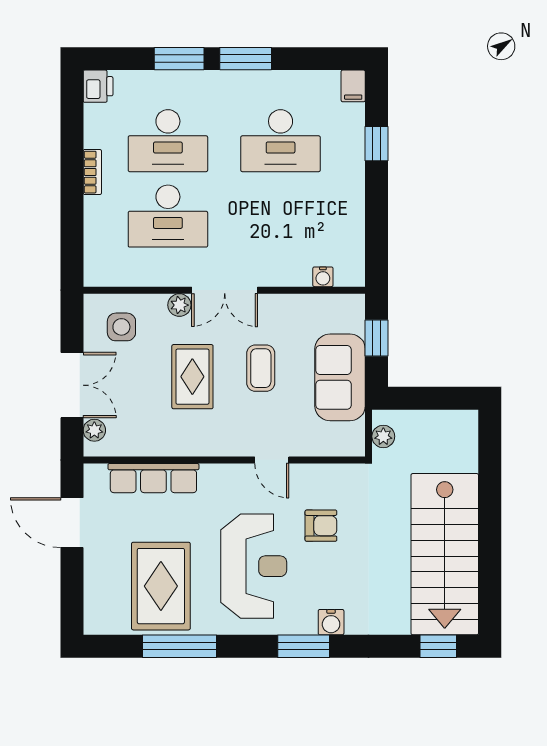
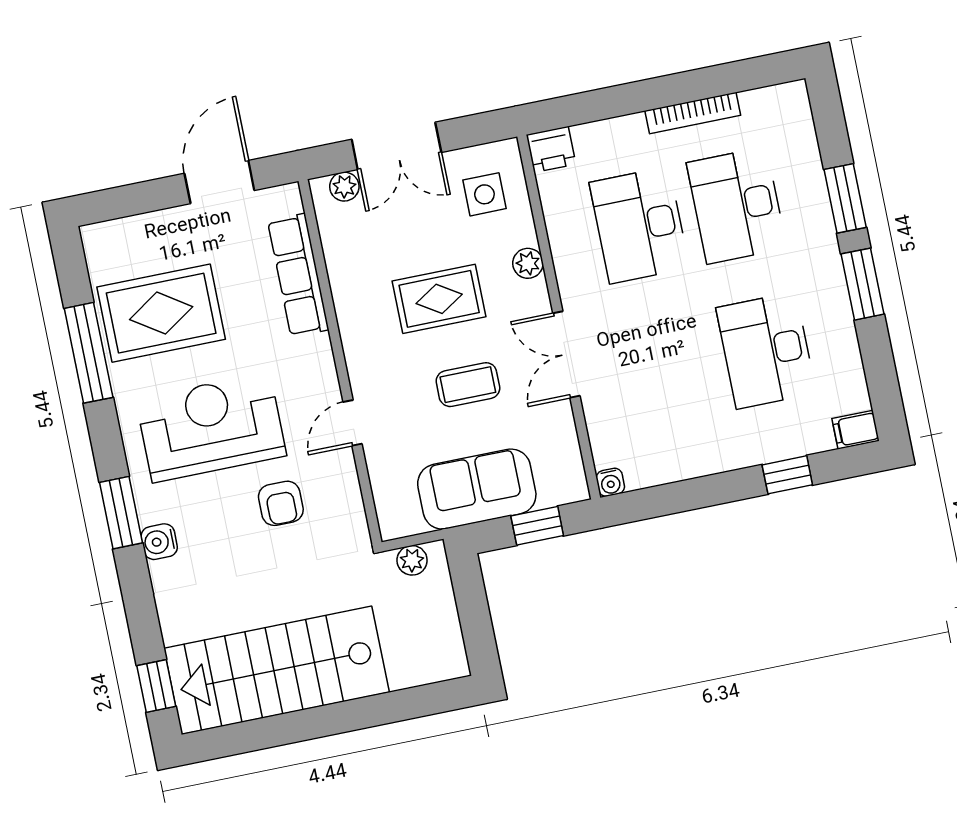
printer: (98, 86) -> (551, 149), moved
bookcase: (92, 172) -> (693, 113), width x1.56
water cooler: (323, 277) -> (610, 482), moved, turned -90
double door: (225, 290) -> (566, 355), moved
reception desk: (254, 566) -> (211, 427), turned 180

